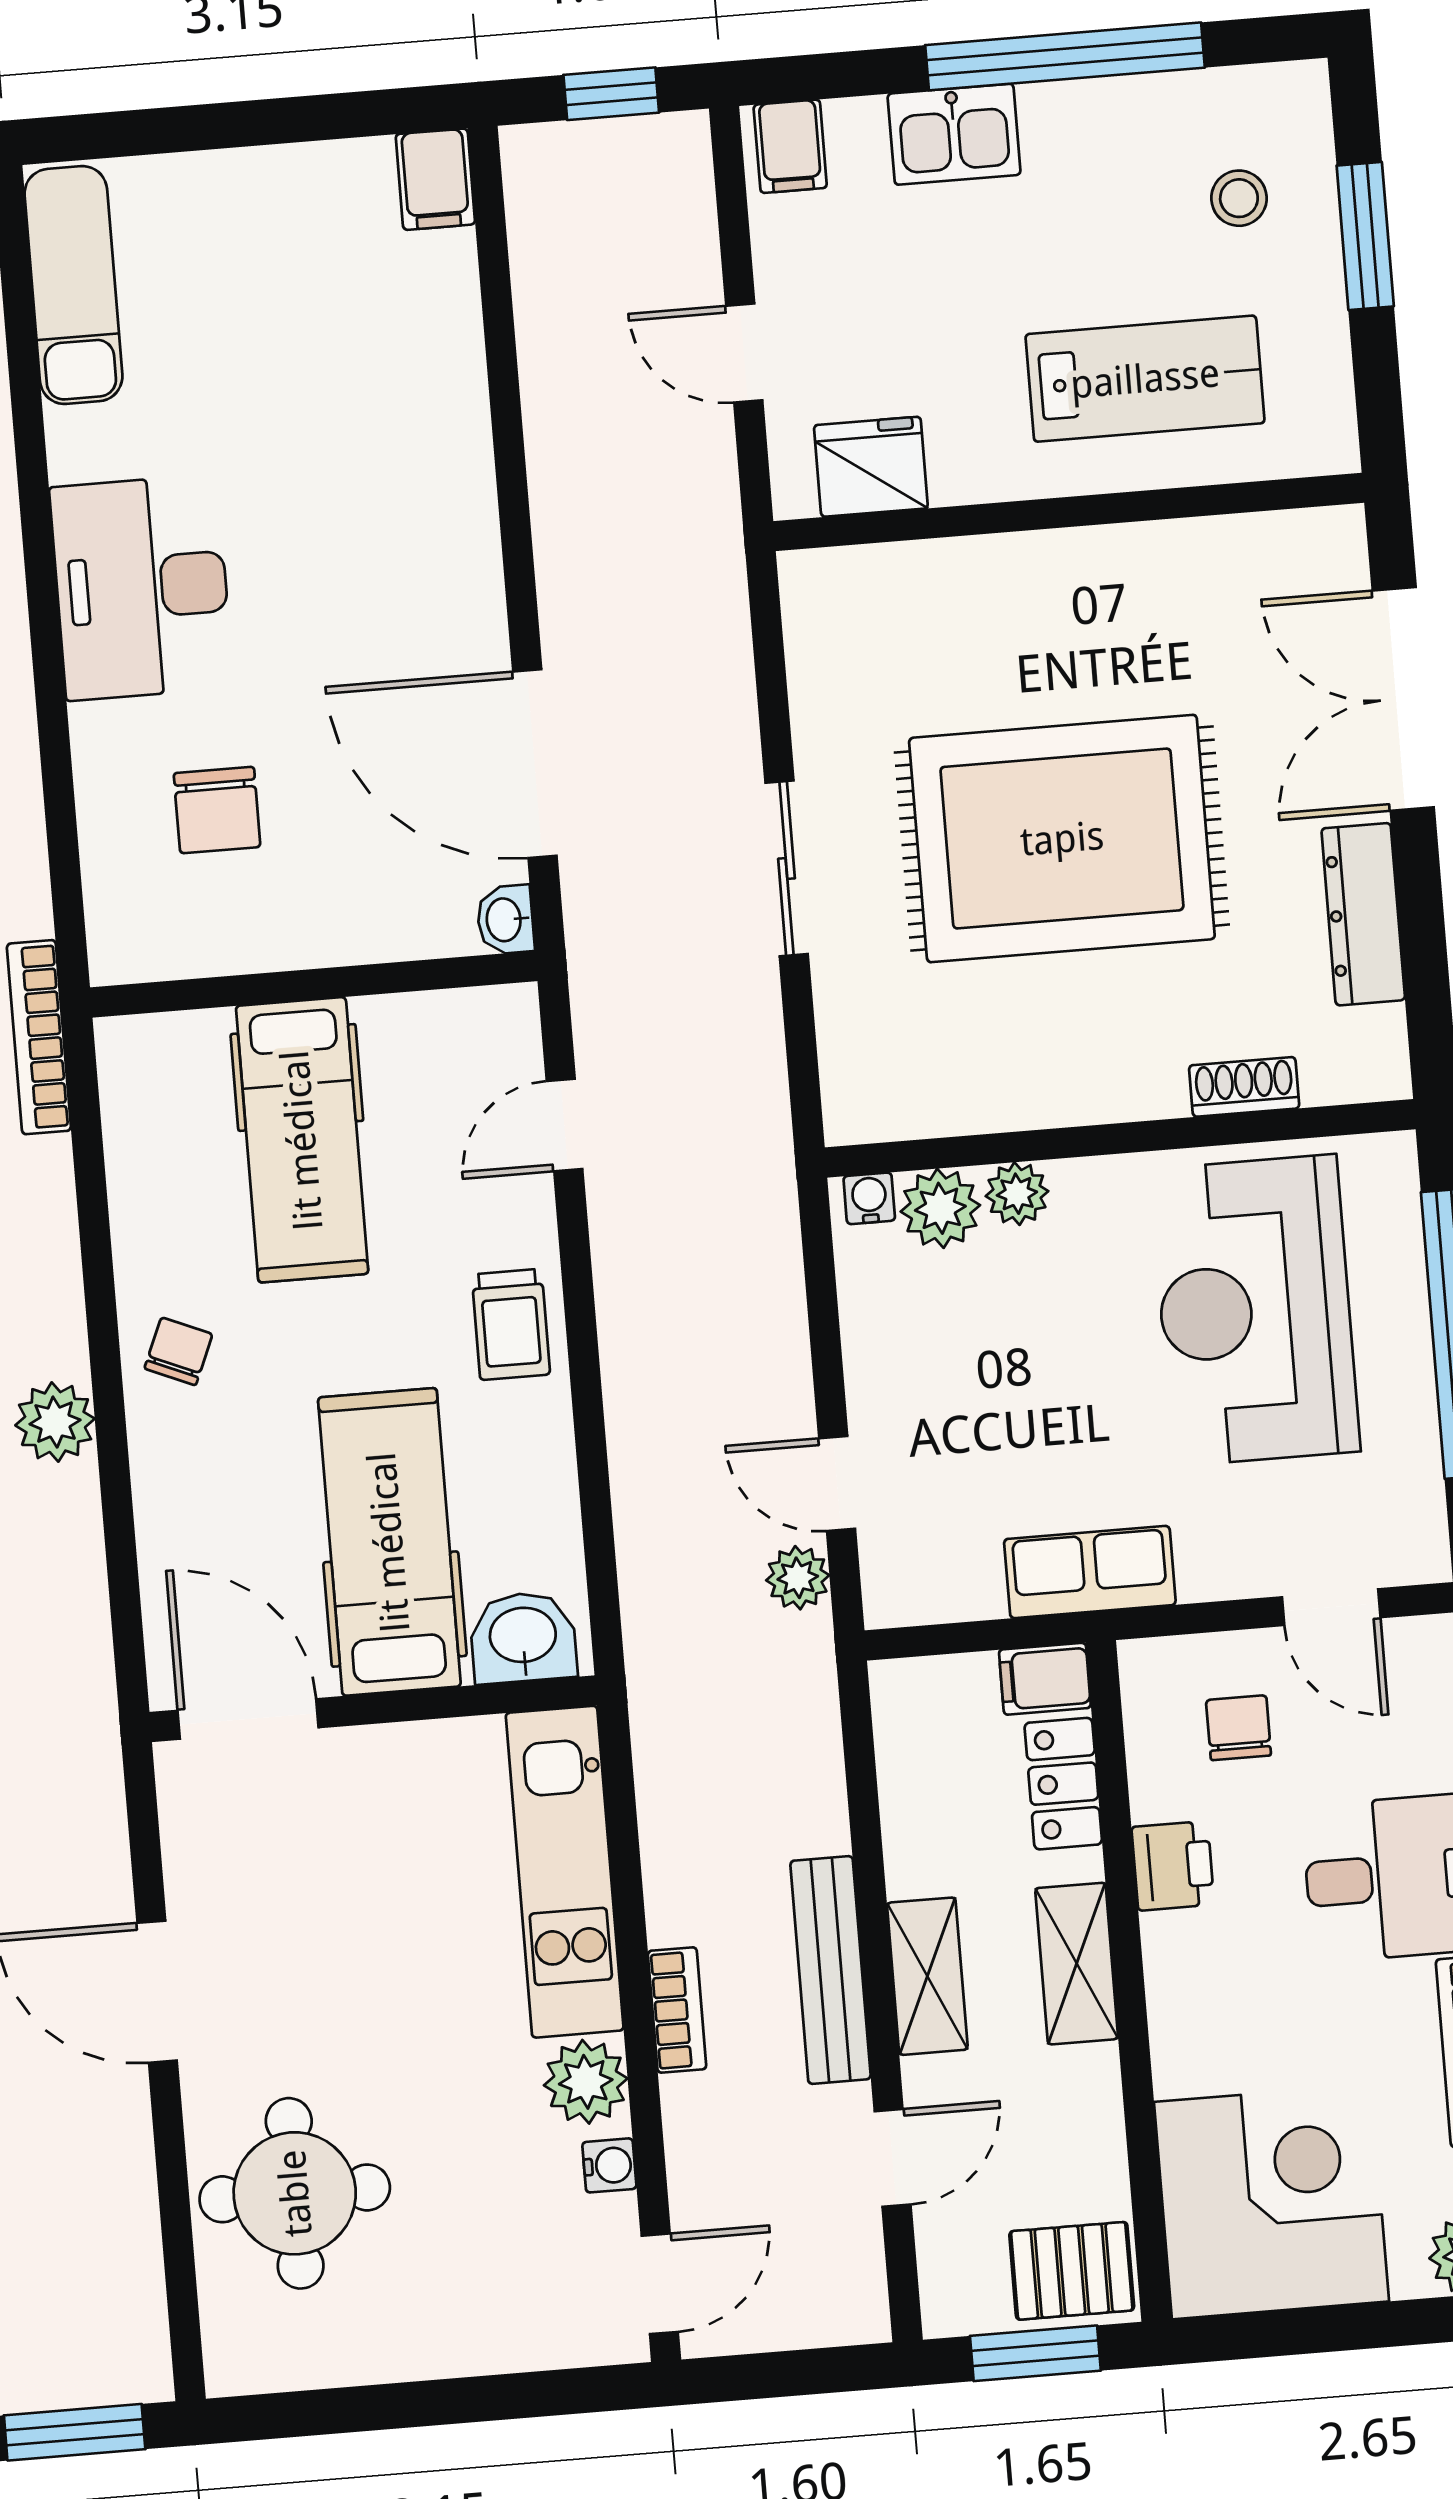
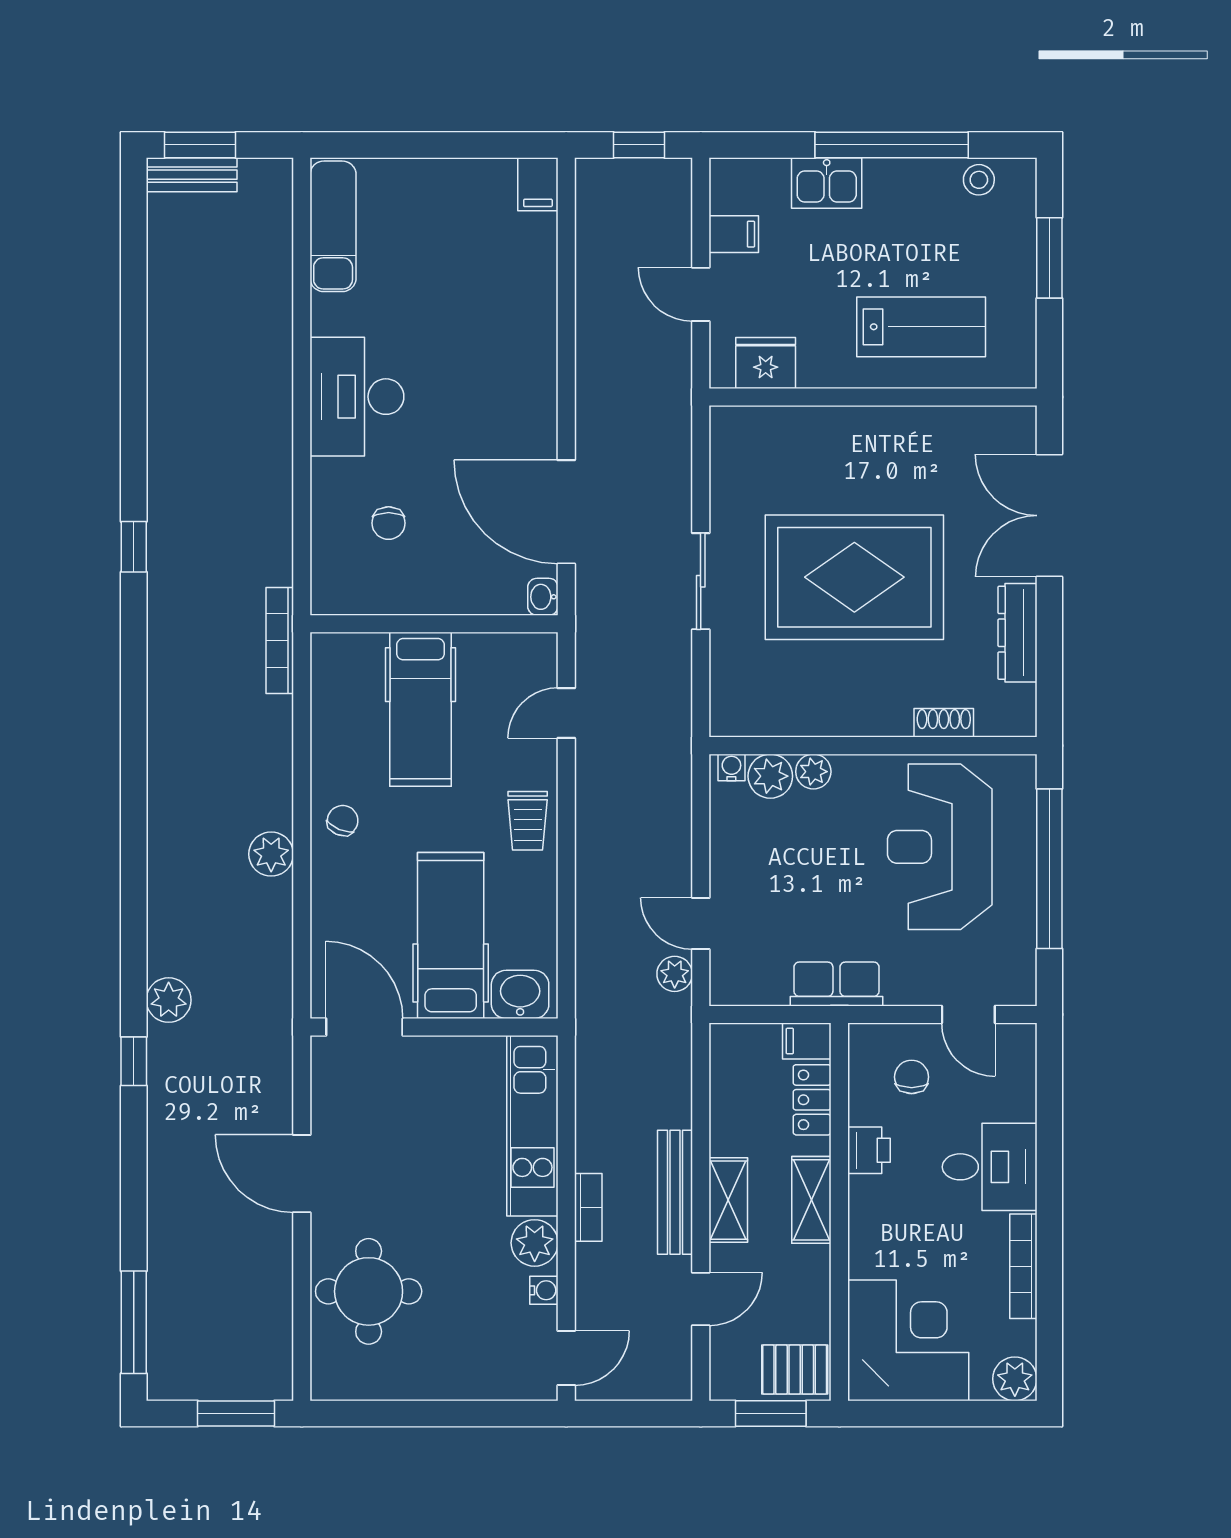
filing cabinet: (790, 146) -> (734, 234), moved, turned -90
stool: (1239, 198) -> (979, 180), moved
chair: (217, 810) -> (389, 523), width x0.73, depth x0.73

